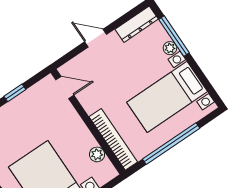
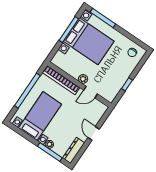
door: (96, 38) -> (94, 133), swing flipped
door: (65, 87) -> (90, 92), moved
plant: (97, 154) -> (83, 79), moved

